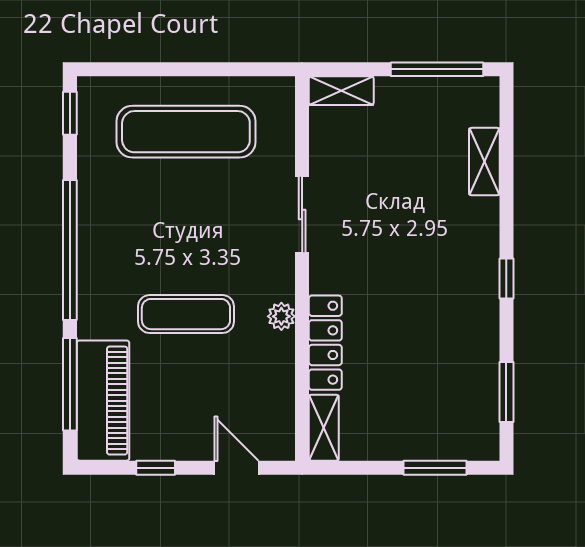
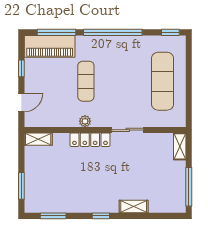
shelving: (484, 162) -> (134, 207), moved
locker: (325, 343) -> (90, 140), moved

